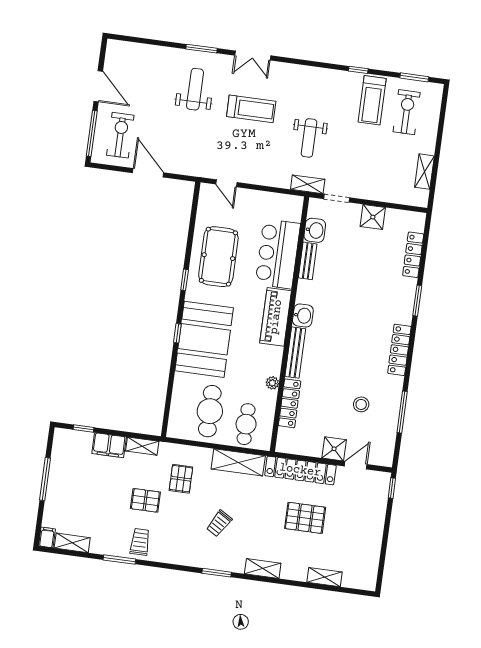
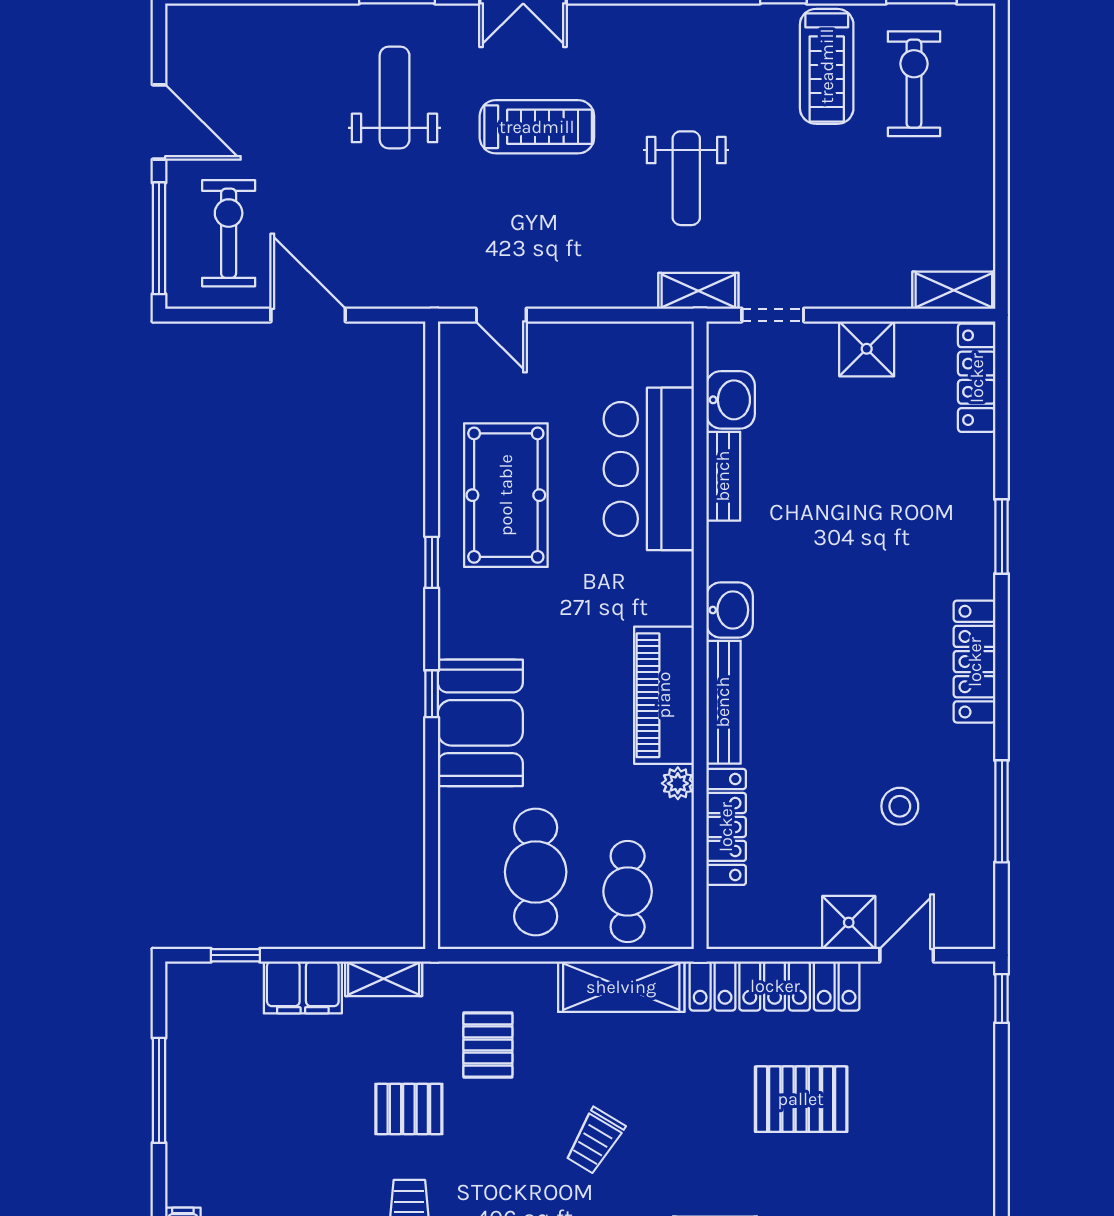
shelving: (424, 172) -> (954, 290), moved, turned 90
locker: (413, 255) -> (977, 378), moved
piano: (276, 317) -> (664, 695), moved
booth: (204, 339) -> (480, 723), width x0.73, depth x0.70

